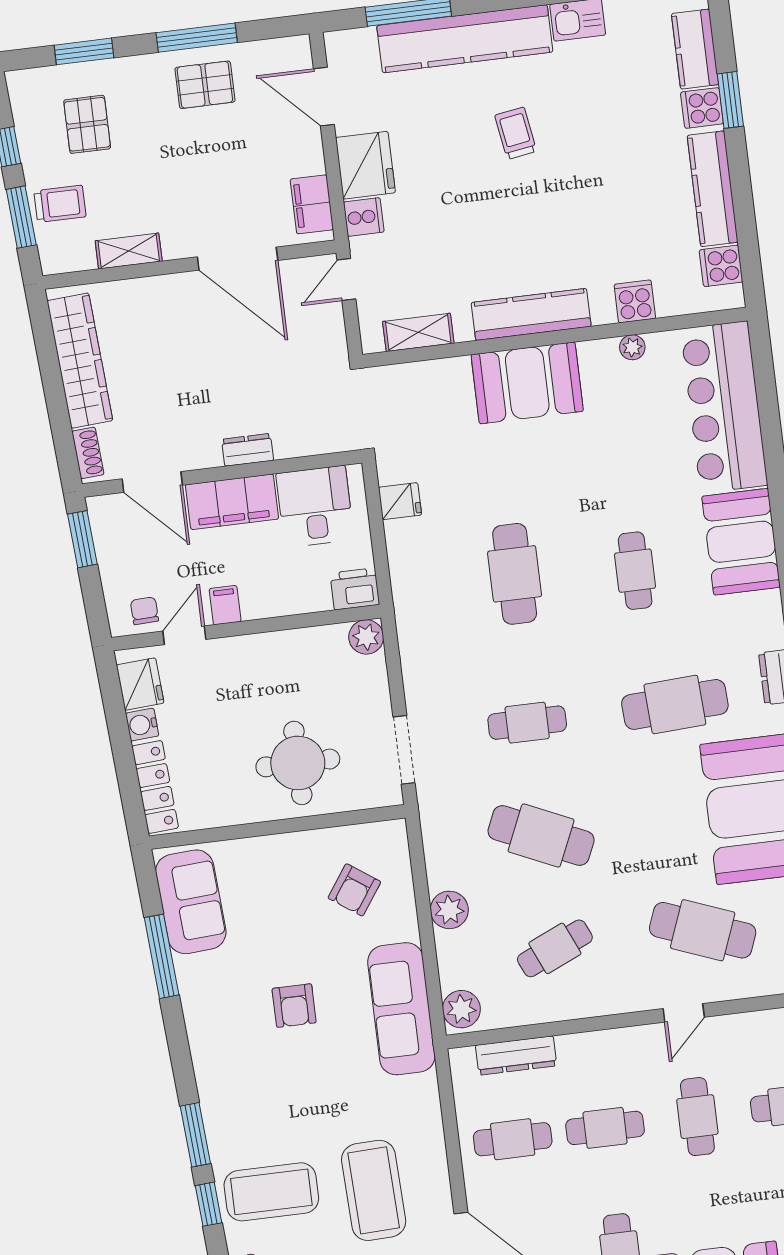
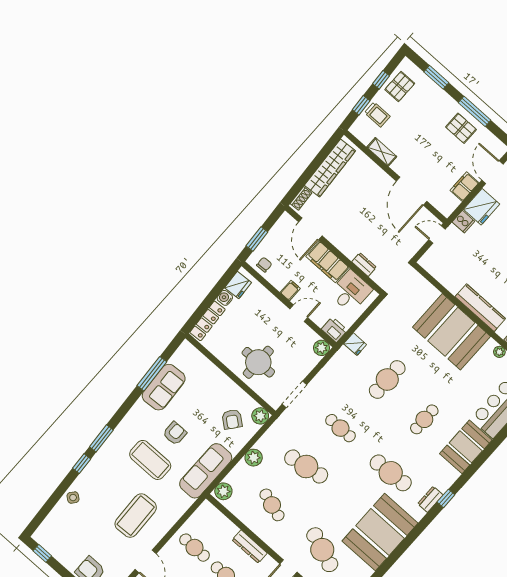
pallet: (87, 124) -> (400, 86), moved
filing cabinet: (312, 204) -> (464, 187), moved
window: (21, 217) -> (361, 105), width x0.67
shelving: (418, 332) -> (441, 275), removed
booth: (527, 383) -> (451, 332), width x1.36, depth x1.42
dresser: (248, 450) -> (364, 264), moved
fridge: (400, 501) -> (355, 344), moved
window: (82, 539) -> (257, 239), moved
door: (184, 635) -> (299, 313), moved
cafe table: (541, 836) -> (306, 467), turned -33
plant: (390, 838) -> (260, 416), added
armchair: (354, 890) -> (232, 419), turned -86
sofa: (191, 902) -> (164, 387), moved
cafe table: (555, 948) -> (272, 505), turned 42
armchair: (294, 1006) -> (175, 433), turned 180
dresser: (516, 1055) -> (250, 547), moved
coffee table: (271, 1192) -> (150, 460), moved

